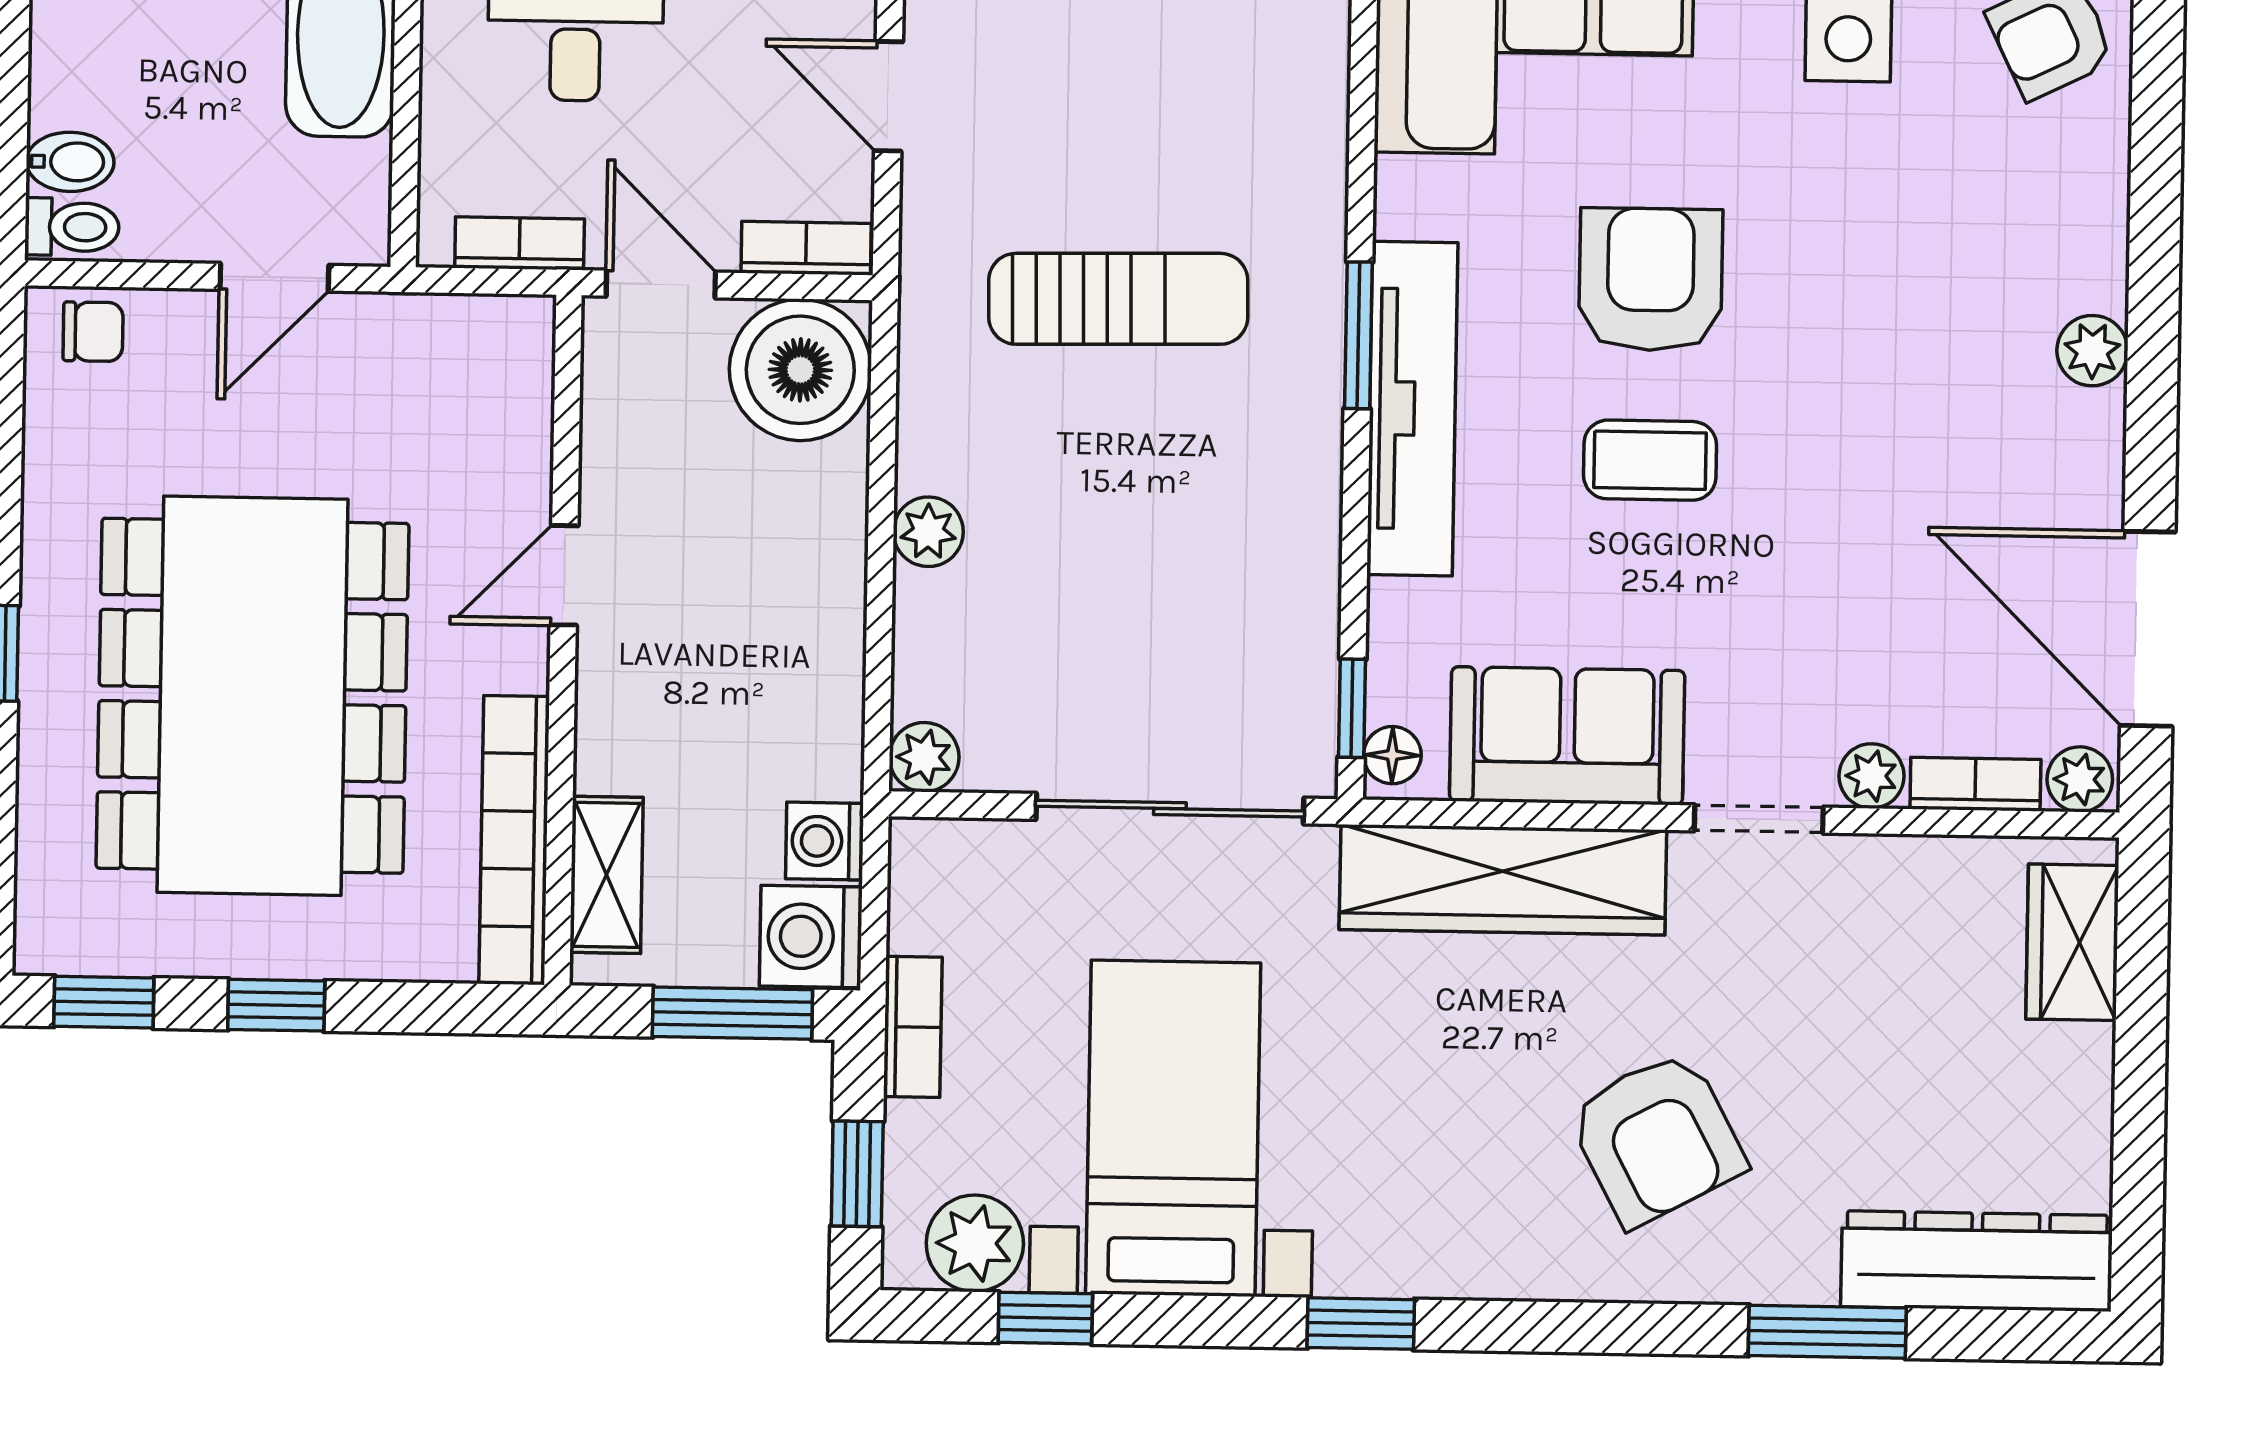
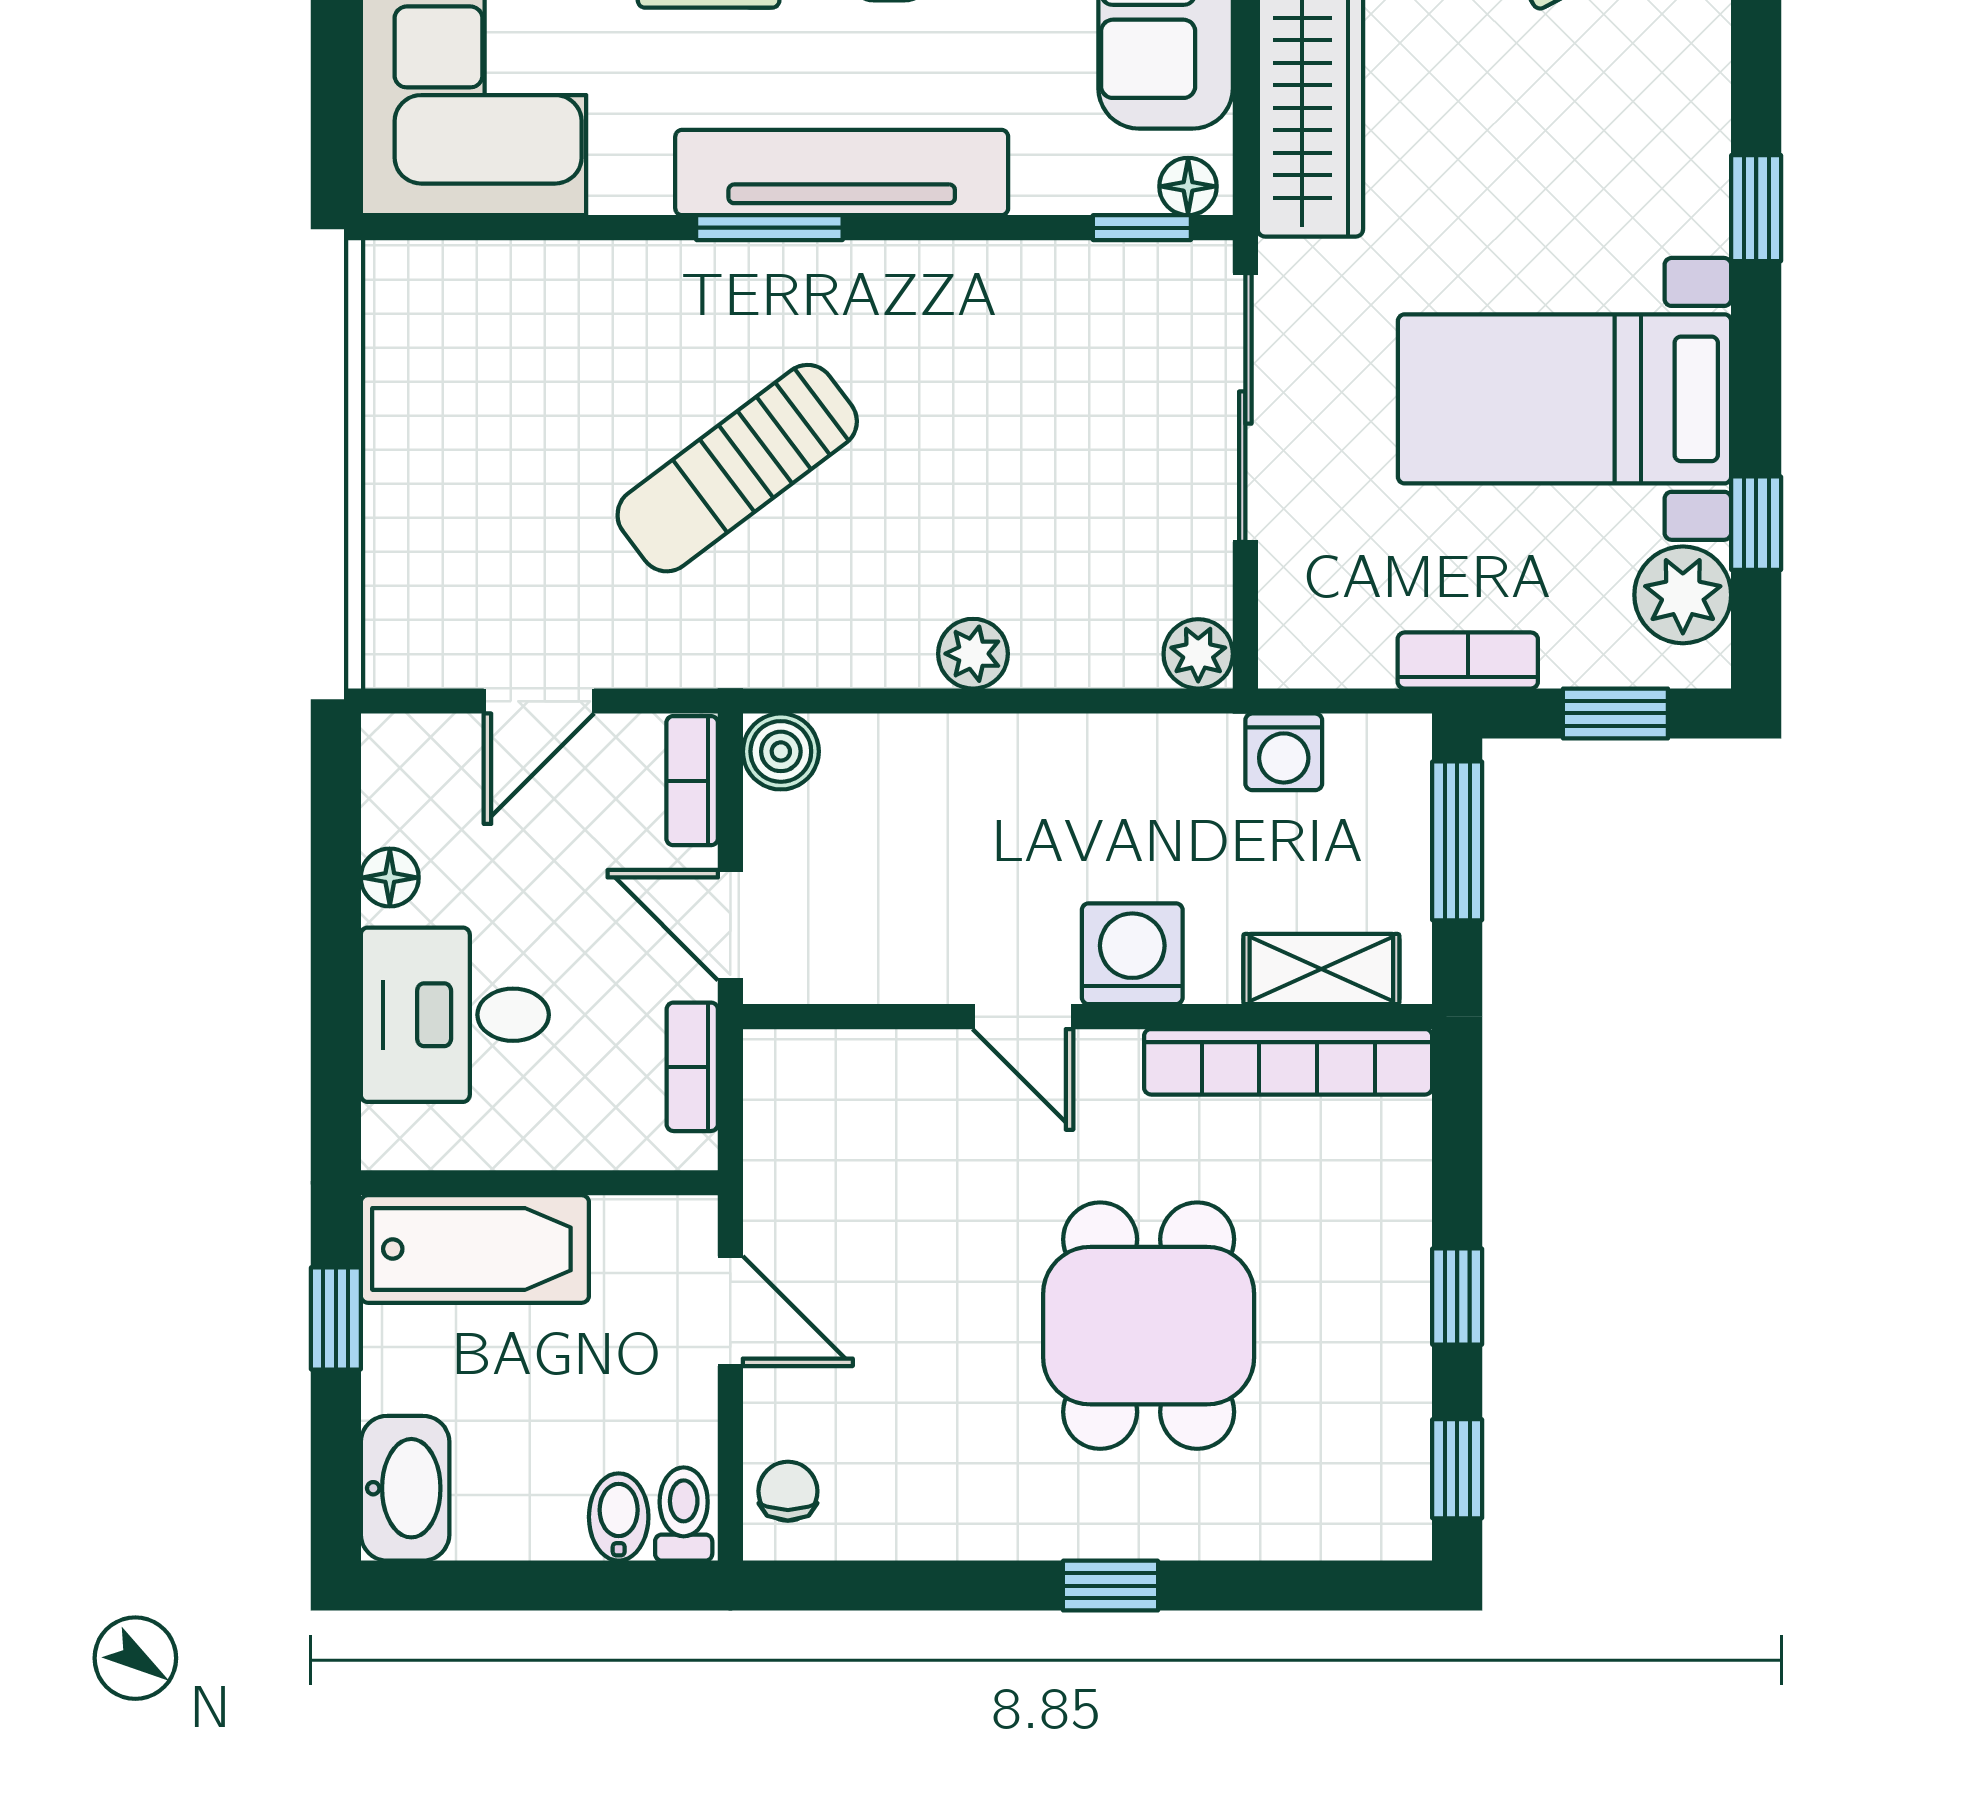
door: (661, 284) -> (730, 925), hinge flipped
sun lounger: (1118, 299) -> (737, 468), turned -126
boiler: (800, 370) -> (781, 751), width x0.54, depth x0.54
dining table: (252, 696) -> (1149, 1326), width x0.53, depth x0.80
washing machine: (811, 936) -> (1132, 954), moved, turned 180

